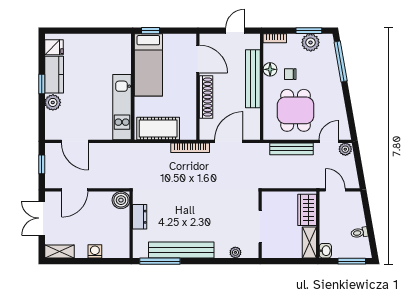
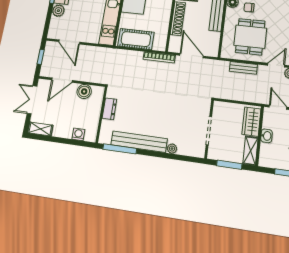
door: (229, 141) -> (191, 56), hinge flipped
bench: (291, 149) -> (243, 68), width x0.73
boiler: (121, 200) -> (84, 91), moved
washing machine: (95, 251) -> (78, 134), moved
washbasin: (325, 251) -> (266, 136), moved
plant: (235, 252) -> (172, 149), moved
window: (287, 261) -> (229, 165), added

